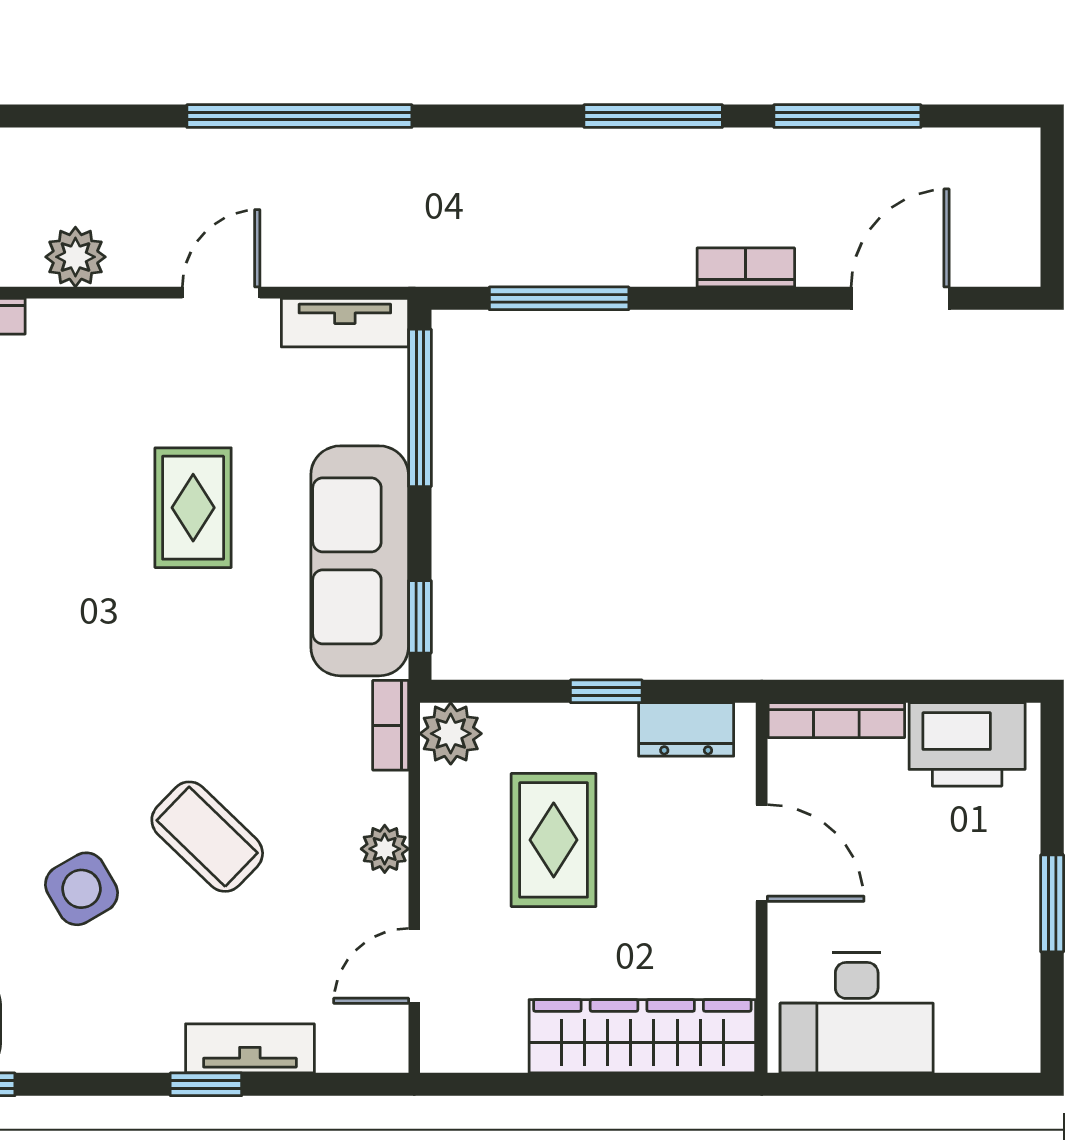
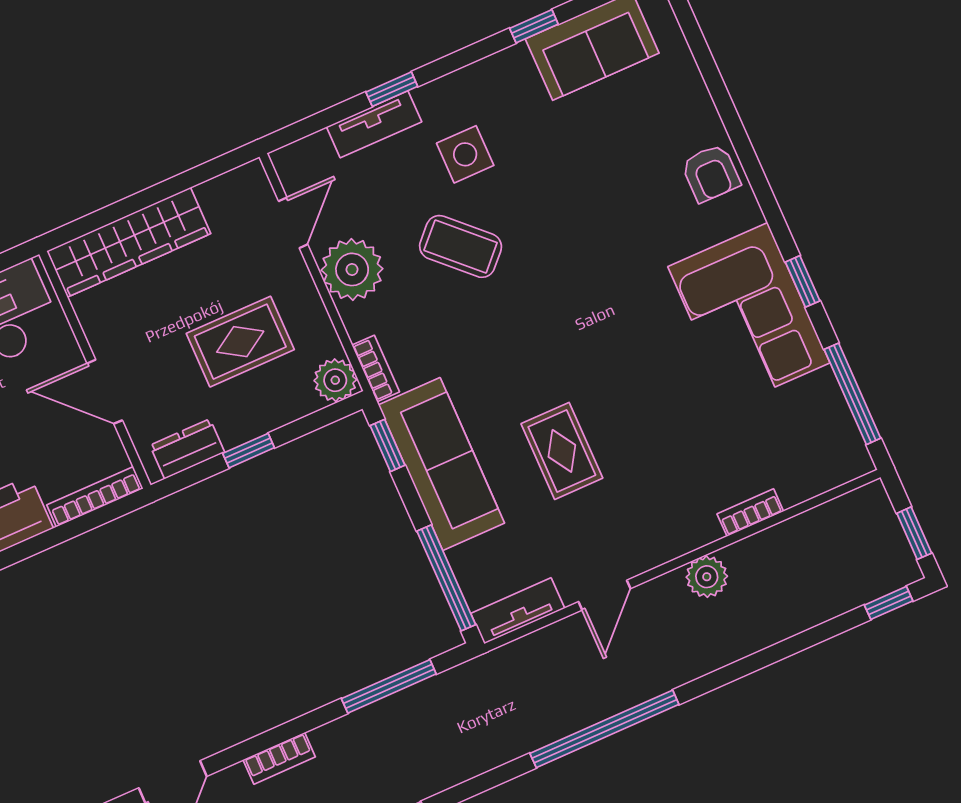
rug: (554, 840) -> (240, 342), turned 90
plant: (385, 849) -> (352, 269), width x1.87, depth x1.87
side table: (82, 889) -> (465, 154), moved, turned 30

